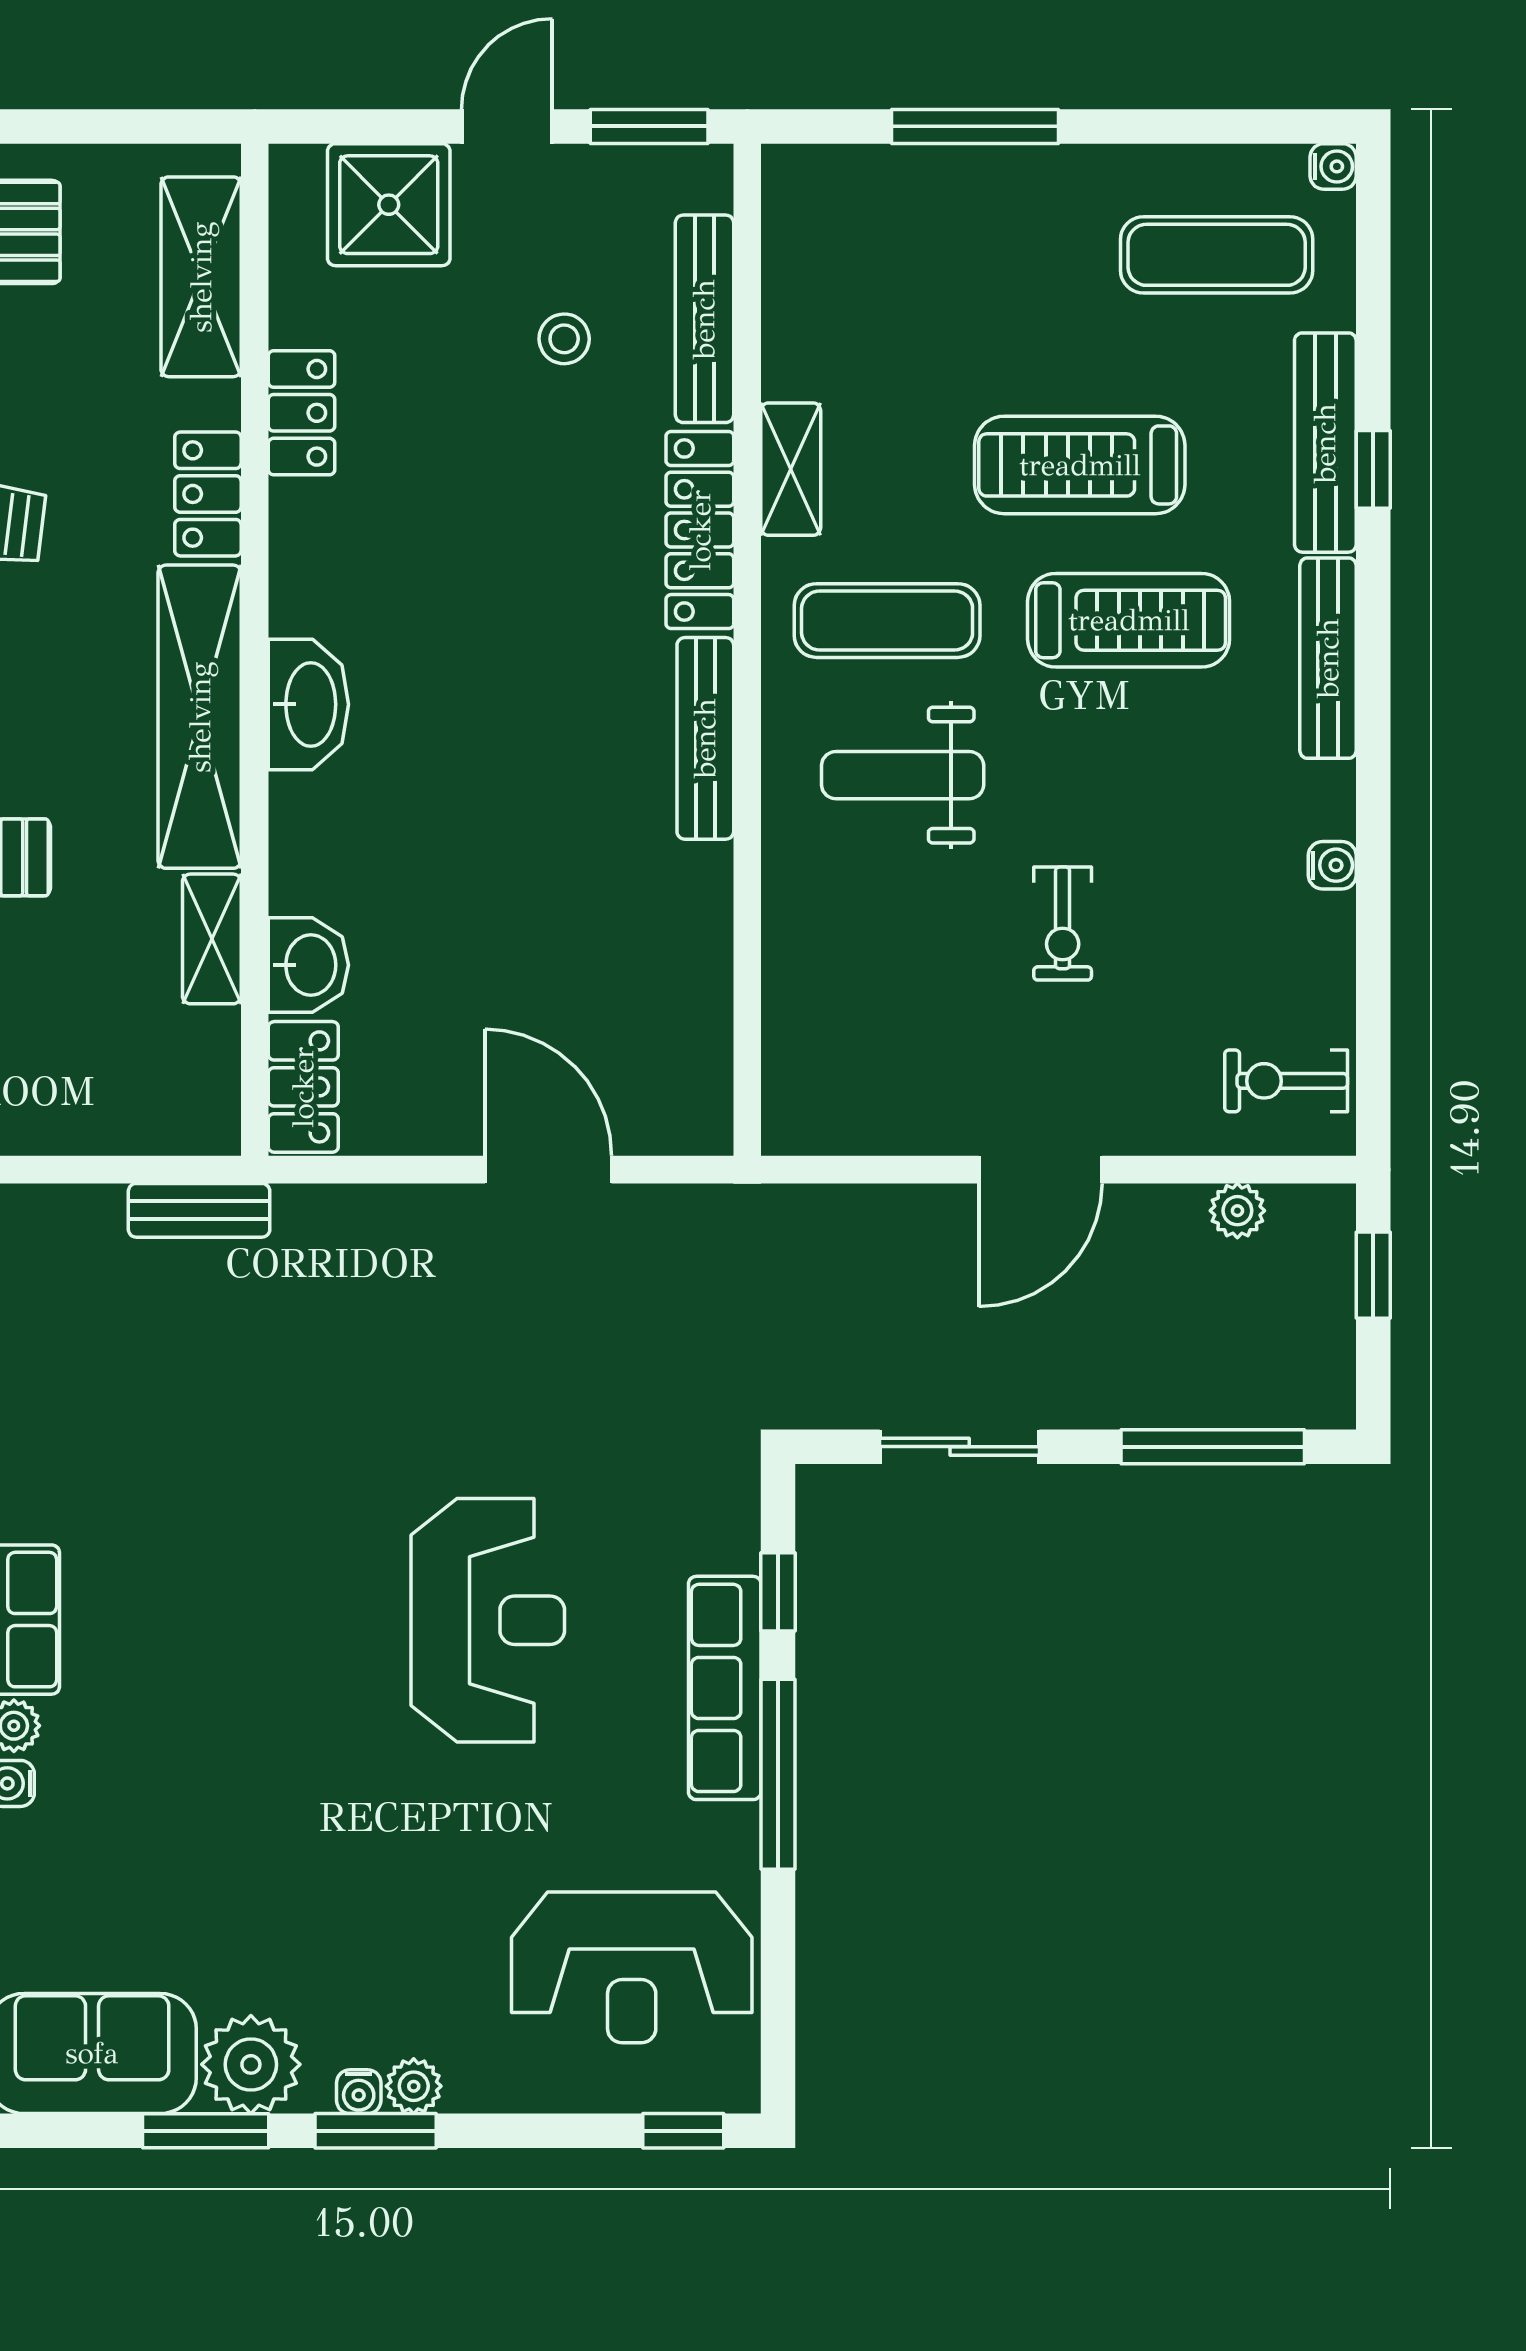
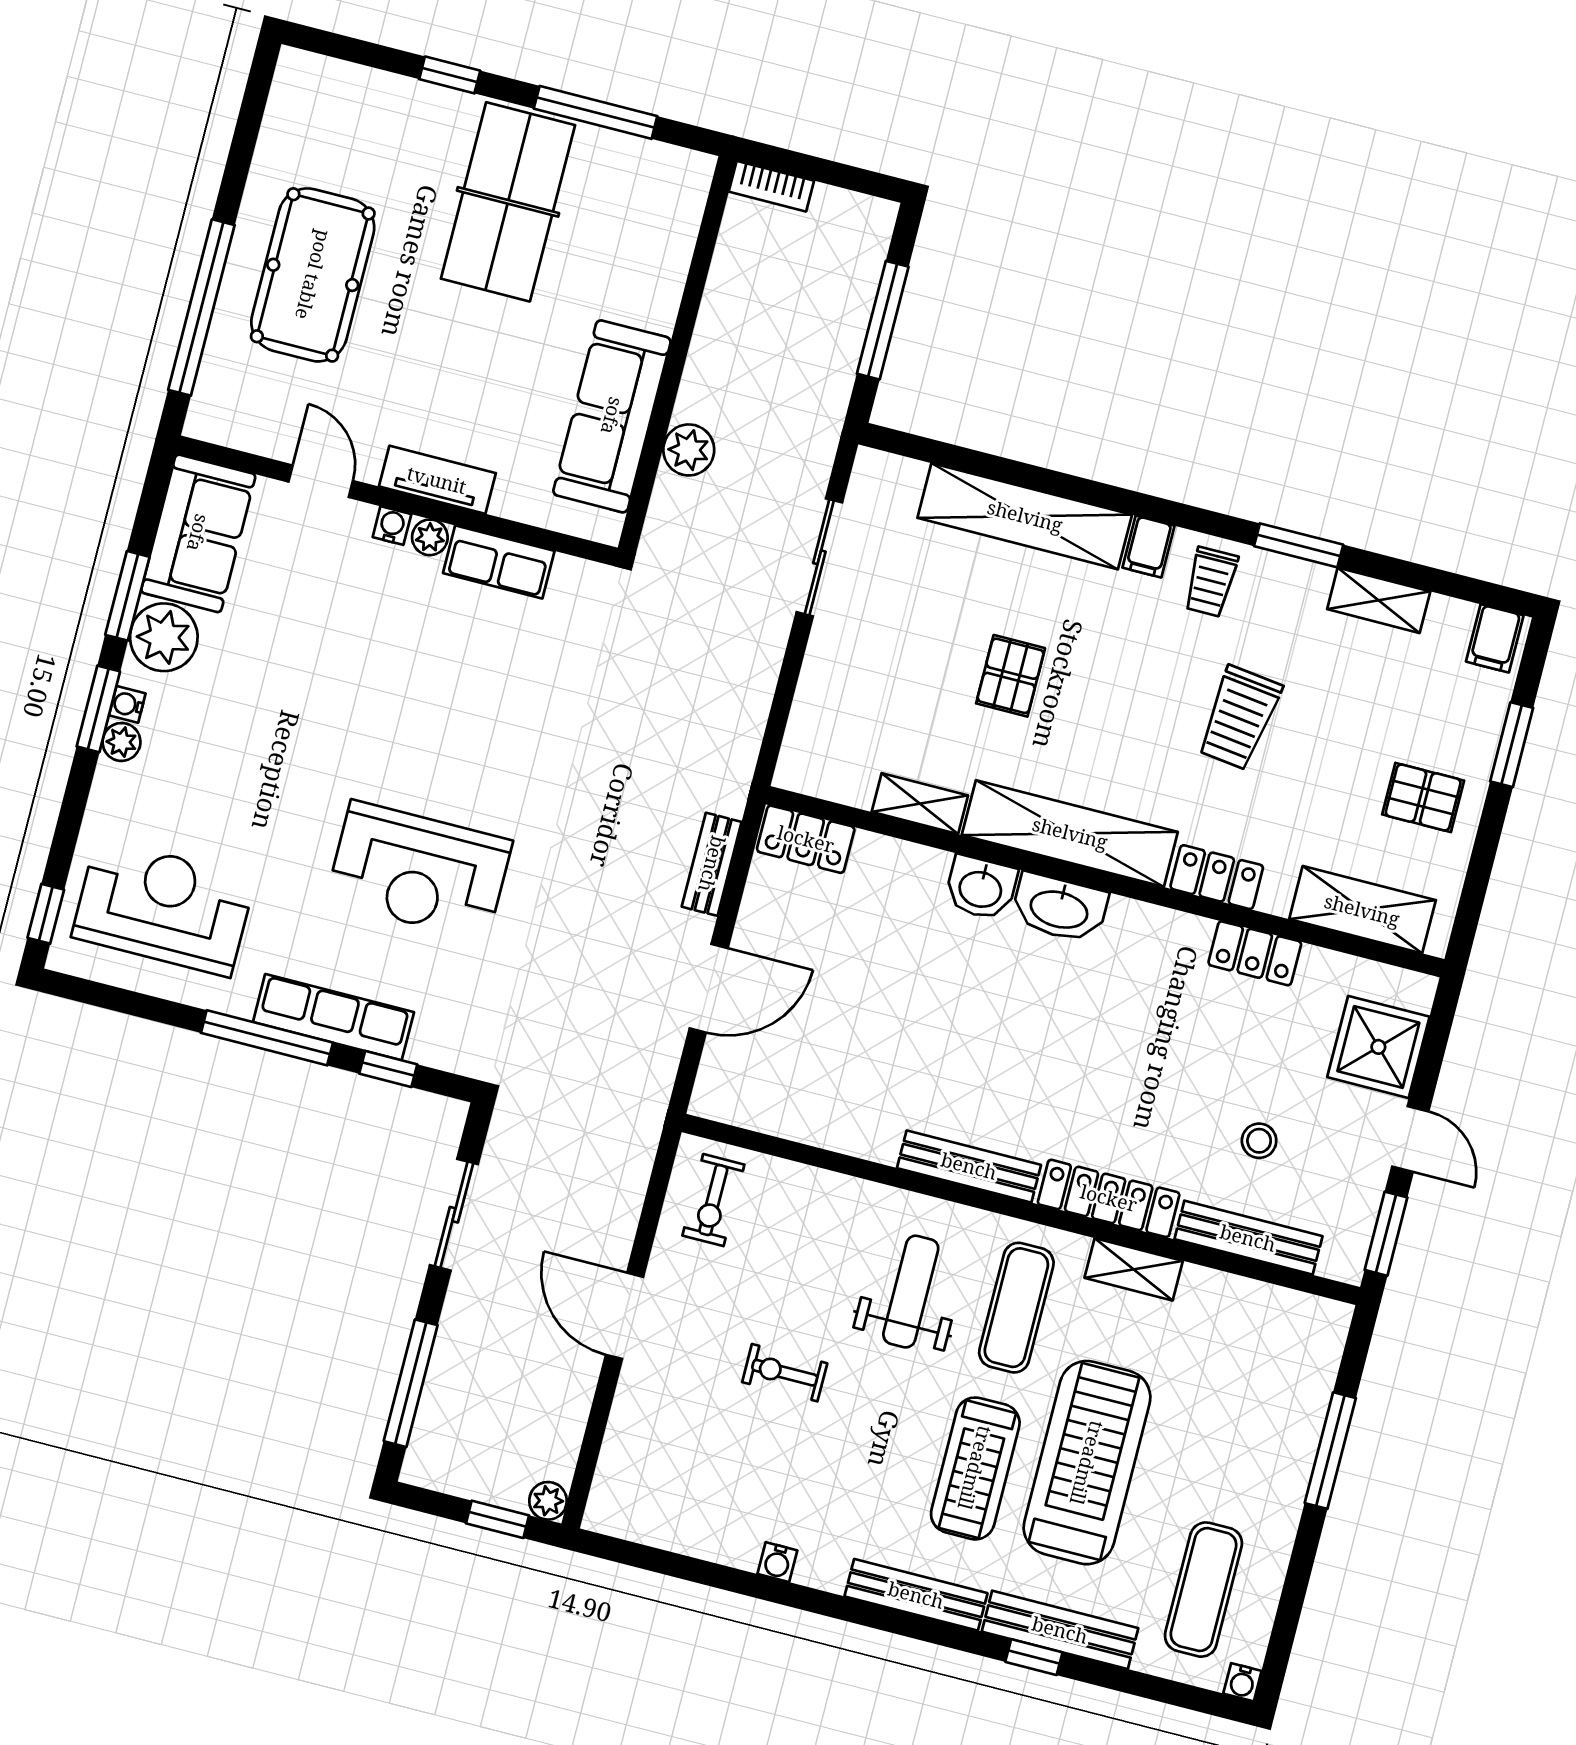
treadmill: (1080, 465) -> (1087, 1463), width x1.37, depth x1.38
washbasin: (308, 965) -> (981, 888), moved
exercise bike: (1286, 1081) -> (713, 1200), moved, turned 180
bench: (199, 1210) -> (712, 864), moved
plant: (1237, 1211) -> (548, 1501), moved
reception desk: (632, 1967) -> (163, 907), turned 90

